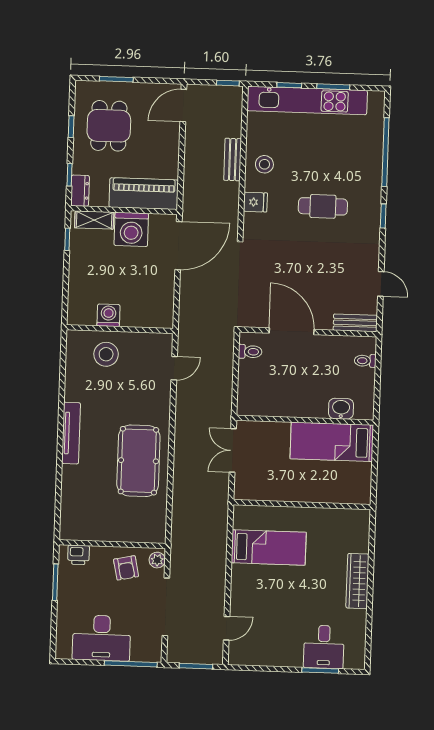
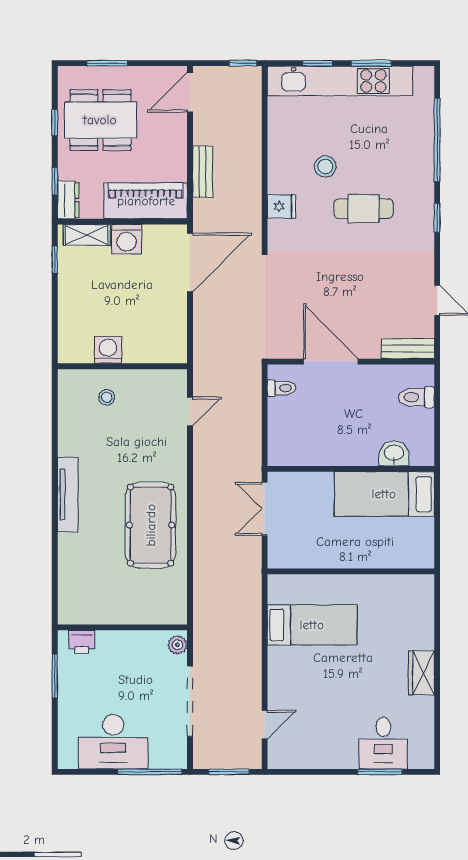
dining table: (109, 126) -> (100, 120), width x1.38
bench: (233, 160) -> (203, 172), moved
stool: (264, 164) -> (325, 167), moved
washing machine: (131, 229) -> (127, 239), width x0.73, depth x0.73
stool: (106, 354) -> (107, 397), width x0.53, depth x0.53
toilet: (365, 361) -> (416, 397), width x1.37, depth x1.39
armchair: (126, 568) -> (140, 656), removed
wardrobe: (357, 581) -> (421, 673), width x0.67

